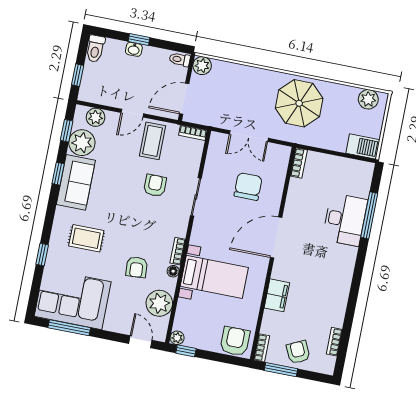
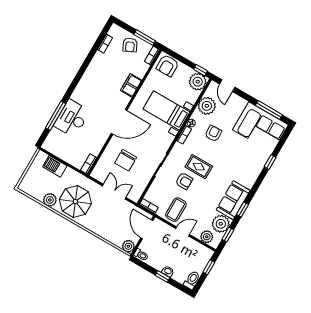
door: (184, 99) -> (147, 229), swing flipped
plant: (368, 99) -> (50, 200), moved
barbecue: (363, 146) -> (55, 166), moved
armchair: (155, 185) -> (184, 181), turned -90
rug: (86, 238) -> (199, 167), moved
plant: (177, 338) -> (198, 82), width x1.87, depth x1.87

